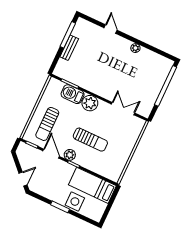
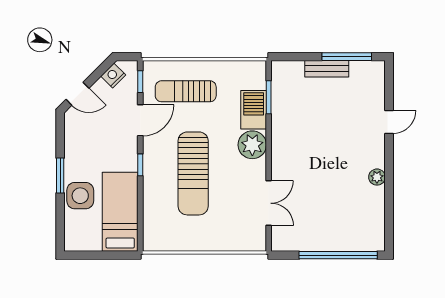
sun lounger: (90, 140) -> (193, 173), width x1.36, depth x1.34
plant: (70, 155) -> (152, 152), removed
nightstand: (22, 157) -> (113, 76), added

